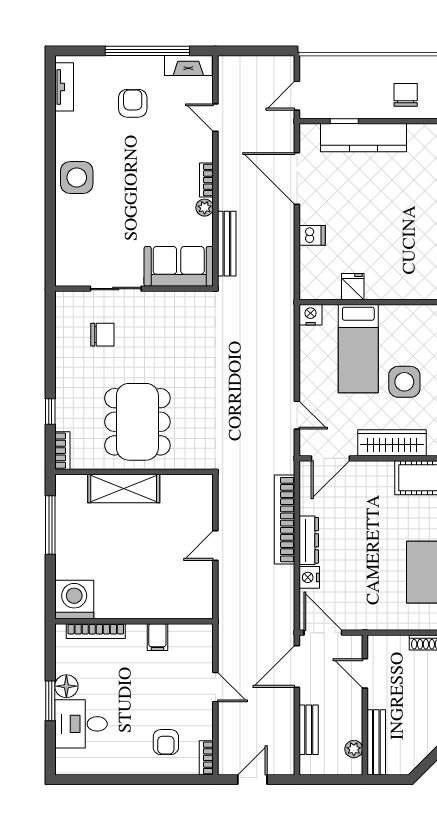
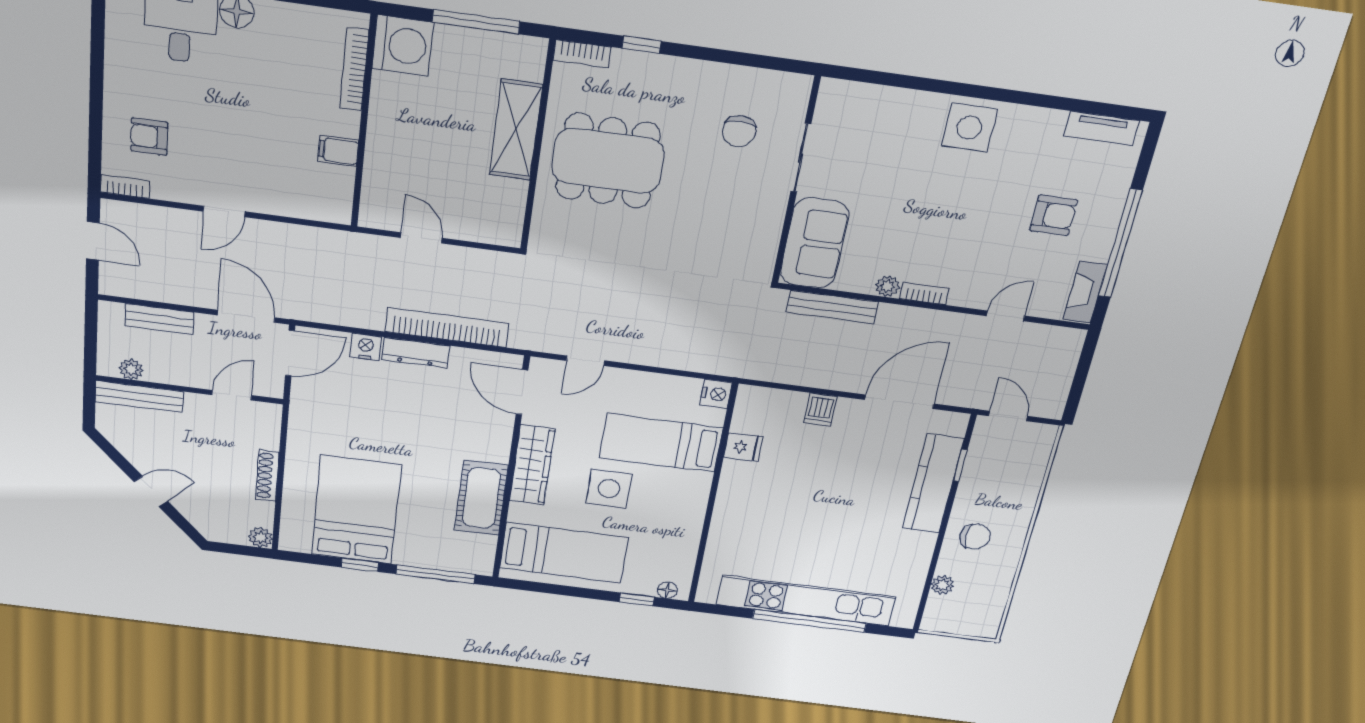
washing machine: (74, 600) -> (403, 46), moved
wall: (134, 621) -> (364, 123), moved
bookcase: (96, 631) -> (354, 69), moved
filing cabinet: (157, 637) -> (338, 151), moved

